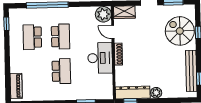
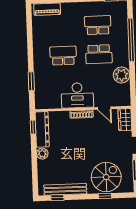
plant: (103, 14) -> (122, 75), moved
door: (113, 32) -> (104, 108), swing flipped
school desk: (61, 71) -> (63, 56), turned 180

